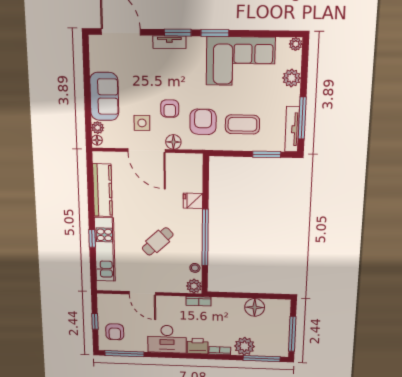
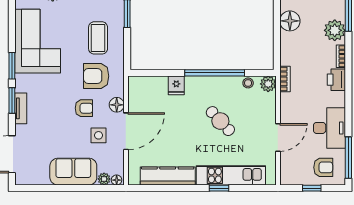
desk: (167, 339) -> (329, 128), moved

